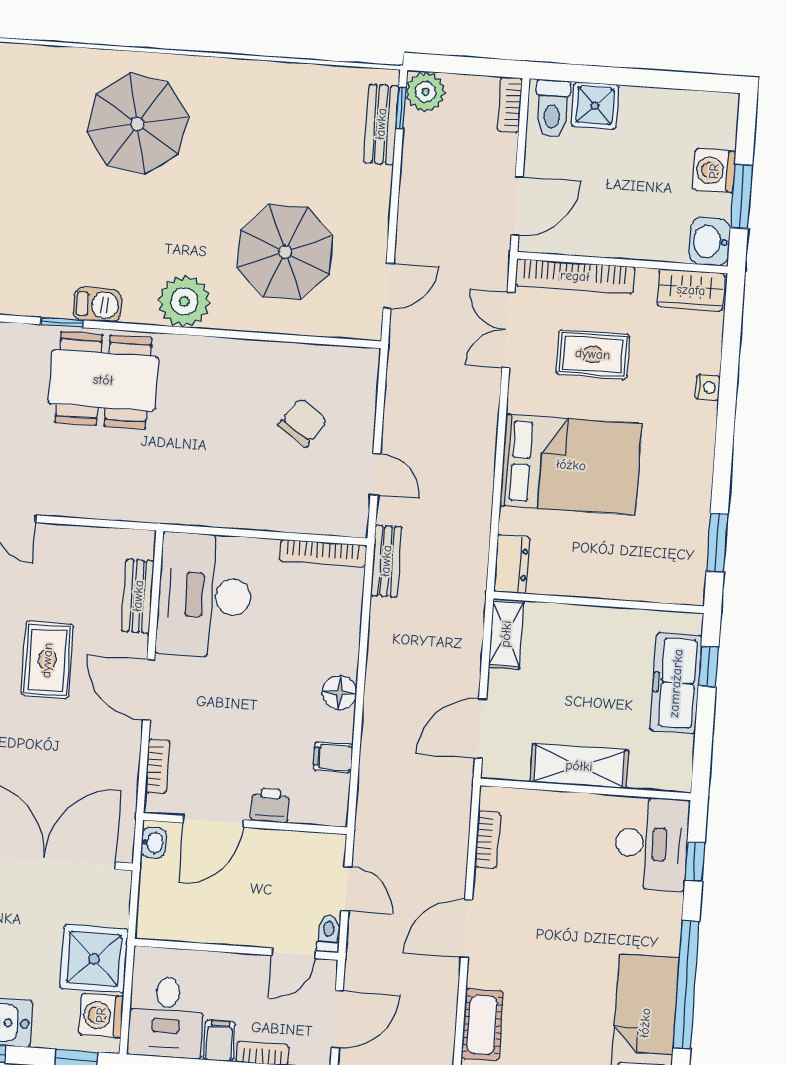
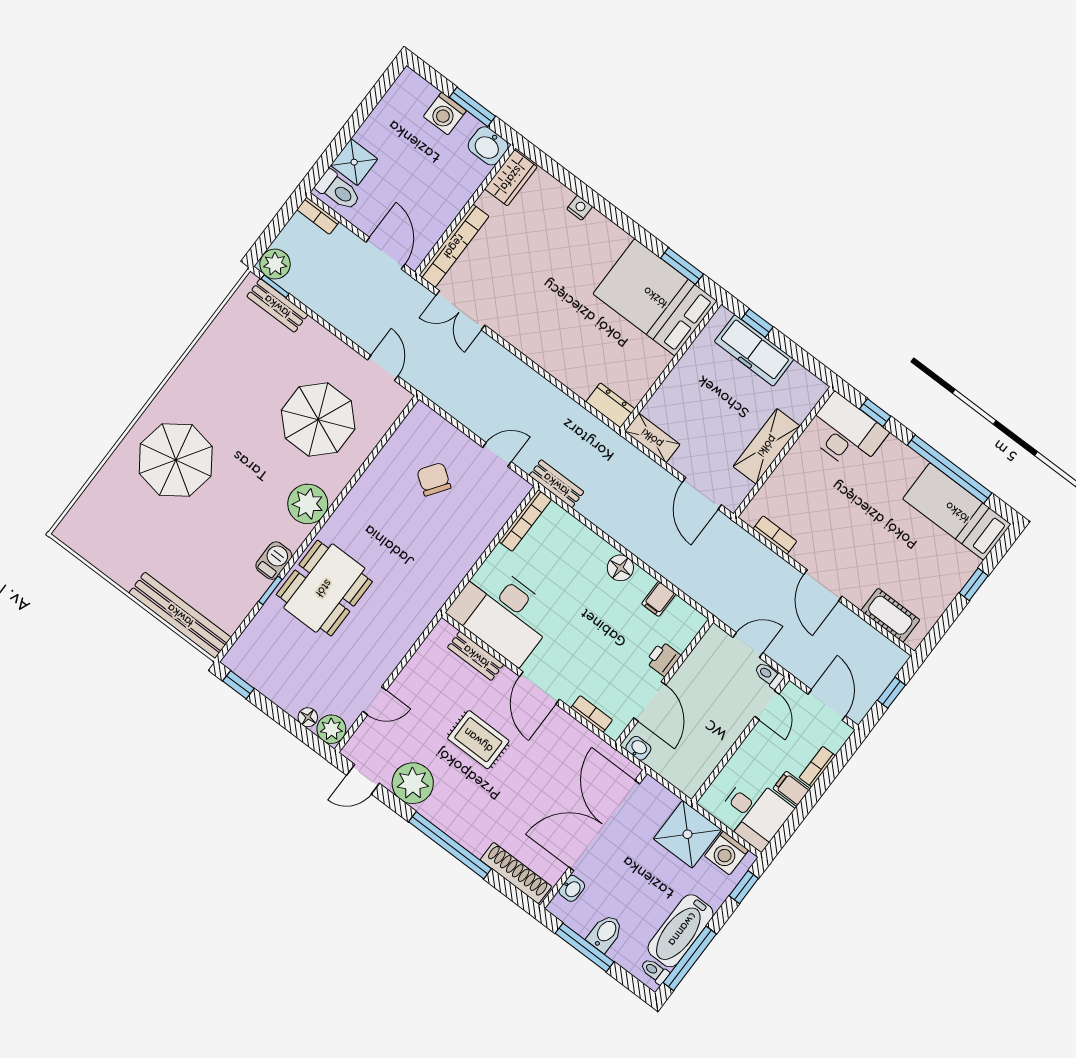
rug: (593, 354) -> (511, 267), removed
bed: (571, 465) -> (655, 297), moved, turned -90
door: (149, 690) -> (539, 688), hinge flipped

